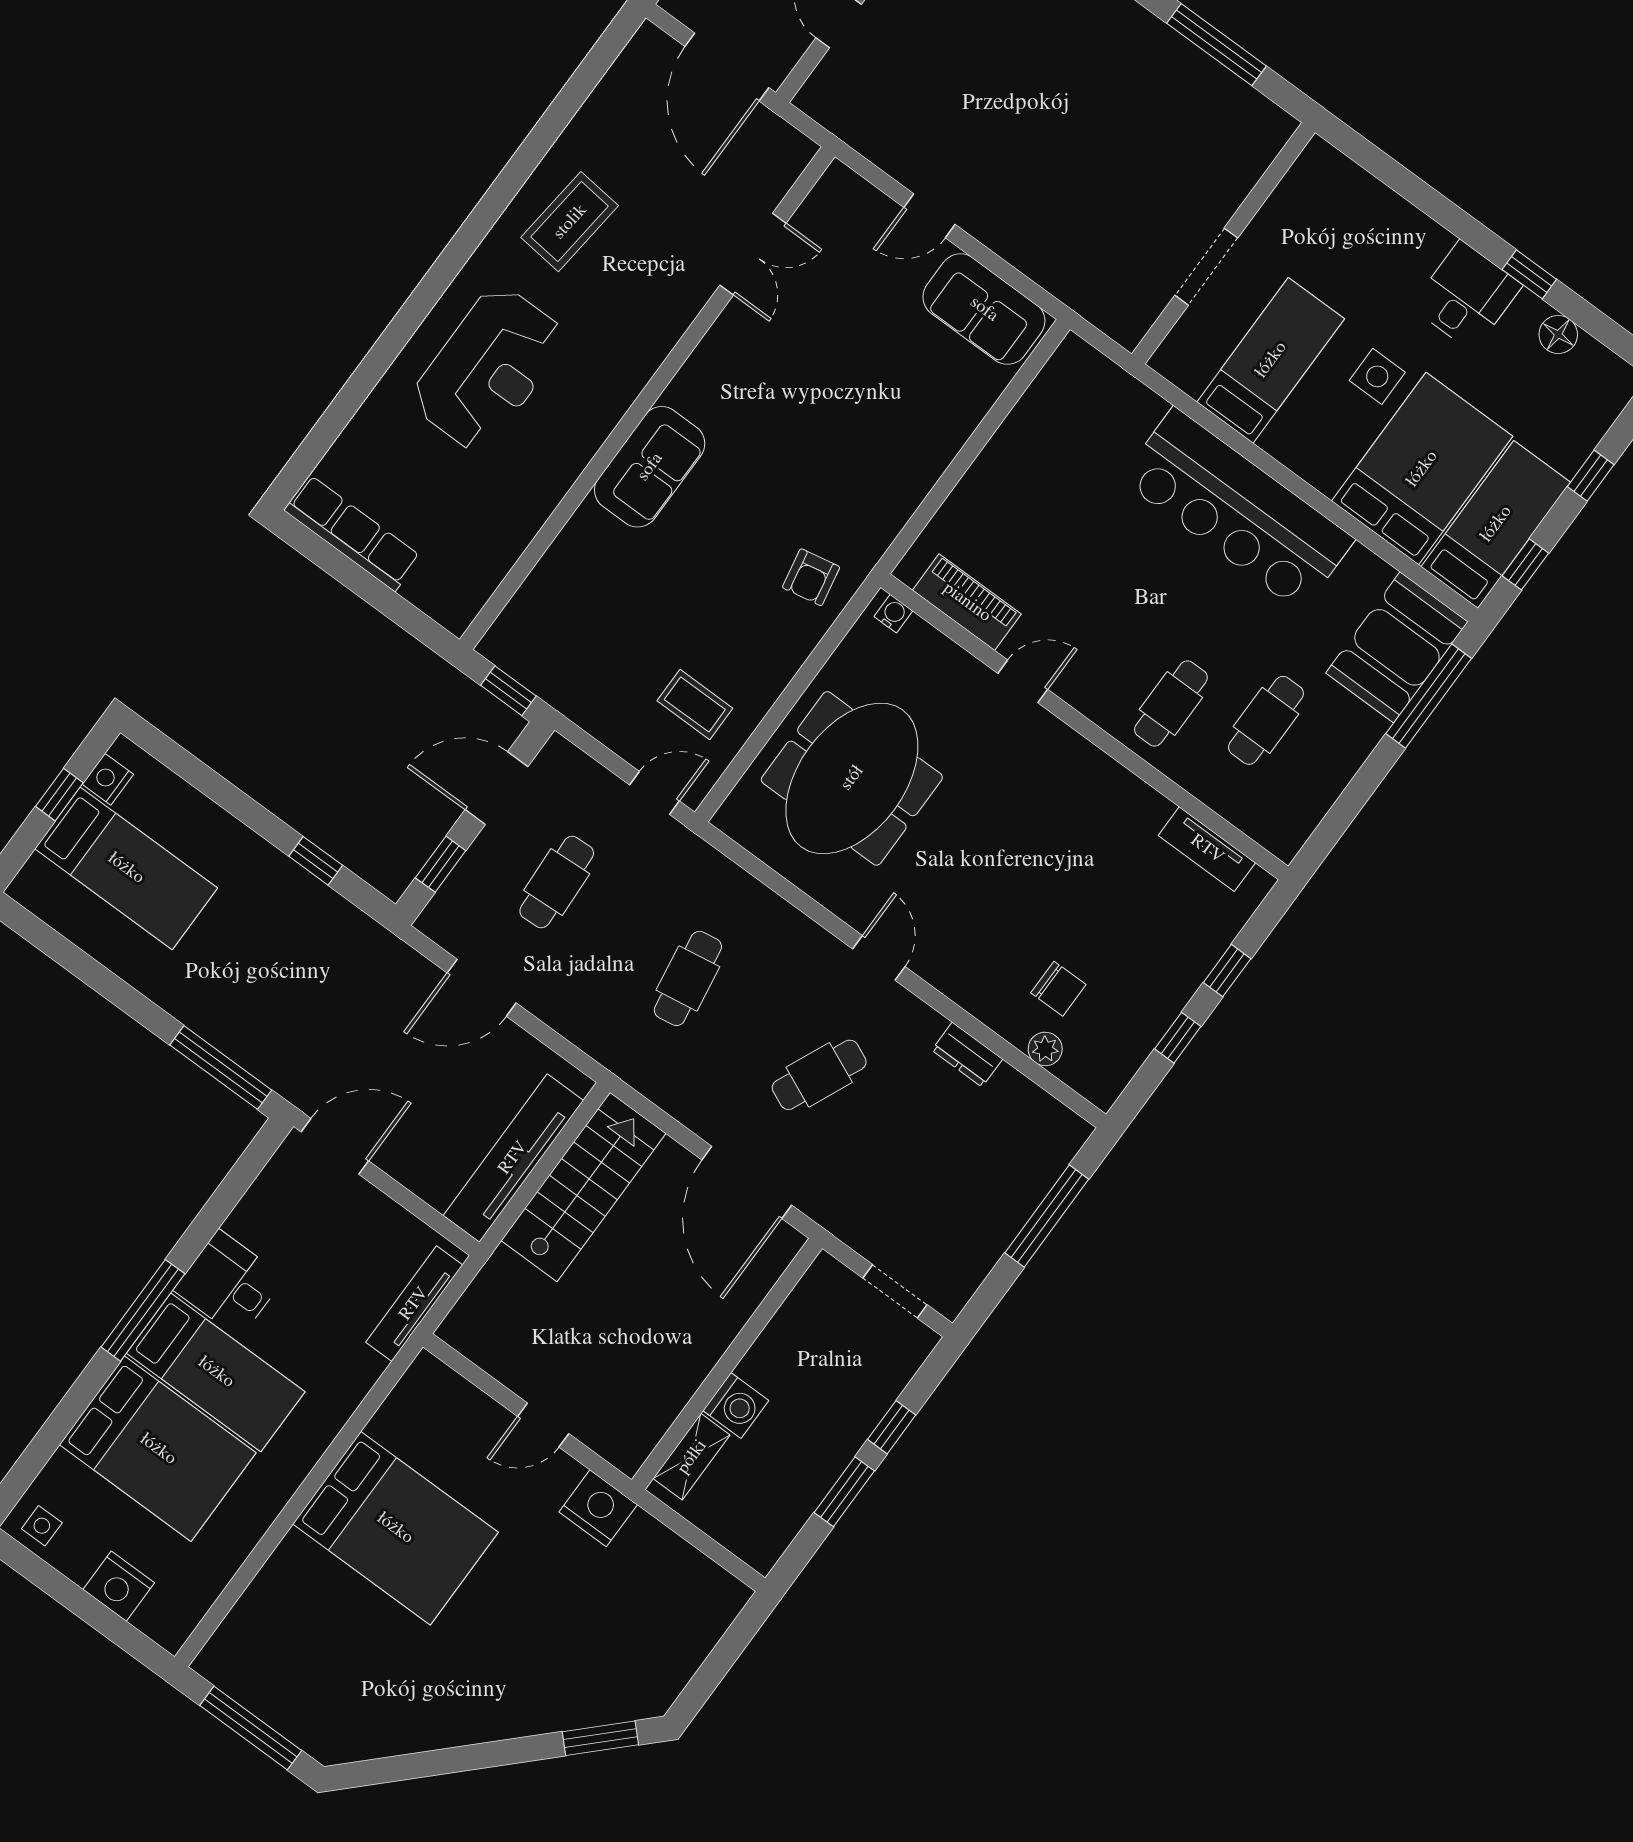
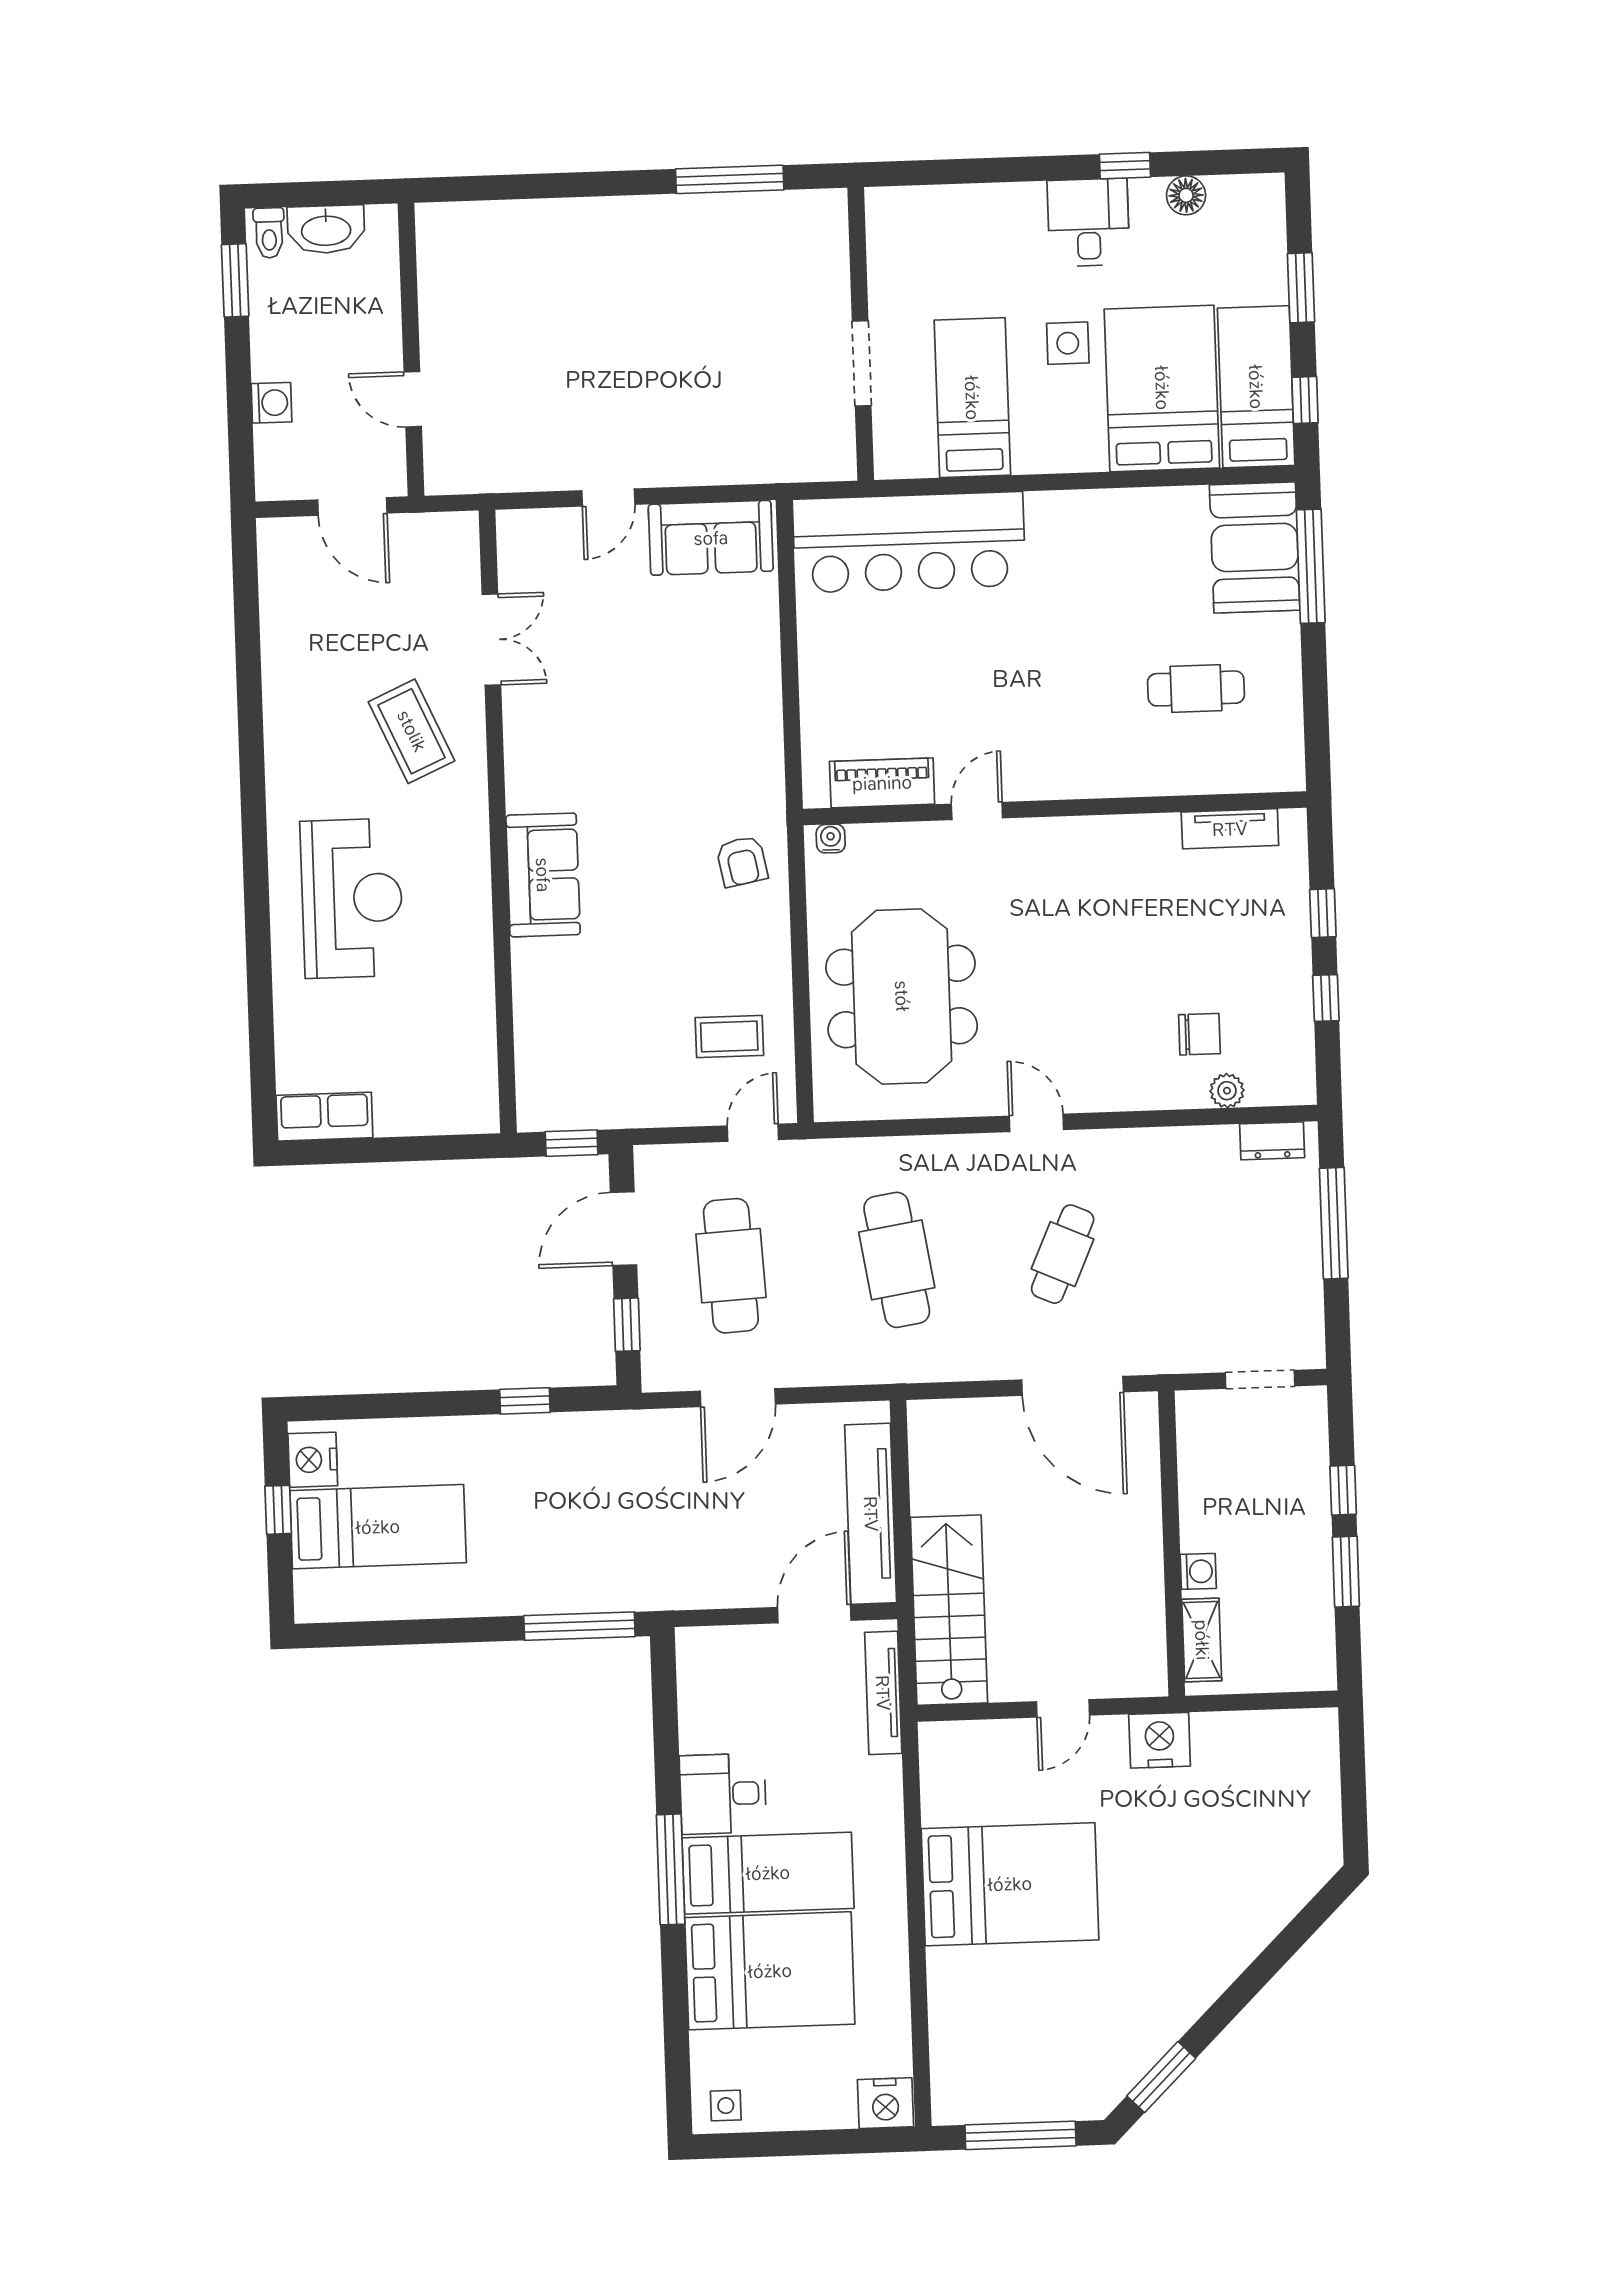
door: (727, 67) -> (352, 506), width x0.73
coffee table: (570, 222) -> (412, 731), moved, turned -30
window: (1591, 476) -> (1301, 288), width x1.50
bar counter: (1238, 509) -> (909, 542), moved
row of seats: (352, 533) -> (324, 1117), width x0.68
cafe table: (1171, 704) -> (1109, 735), removed
cafe table: (1266, 720) -> (1196, 688), turned 90
nightstand: (108, 779) -> (313, 1460), width x1.36, depth x1.33
cafe table: (557, 882) -> (731, 1266), width x1.37, depth x1.35
cafe table: (688, 978) -> (897, 1260), width x1.37, depth x1.35
dresser: (967, 1055) -> (1272, 1141), moved
door: (335, 1146) -> (814, 1614), moved
stairs: (583, 1187) -> (949, 1610), moved
washing machine: (736, 1406) -> (1198, 1571), width x0.73, depth x0.73
nightstand: (119, 1586) -> (885, 2103), moved
window: (600, 1738) -> (1161, 2077), moved

